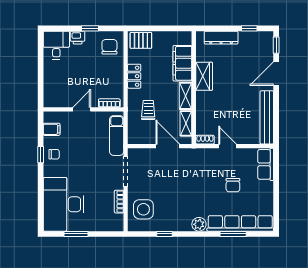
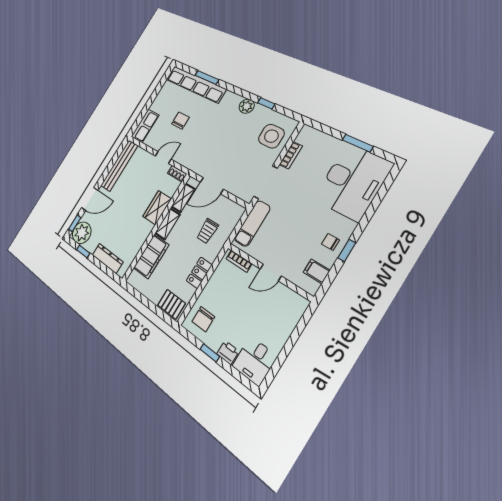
plant: (263, 42) -> (82, 233), added
wardrobe: (204, 76) -> (157, 208), moved
door: (168, 146) -> (212, 186), hinge flipped
door: (228, 146) -> (163, 158), swing flipped
plant: (199, 224) -> (247, 106), moved

